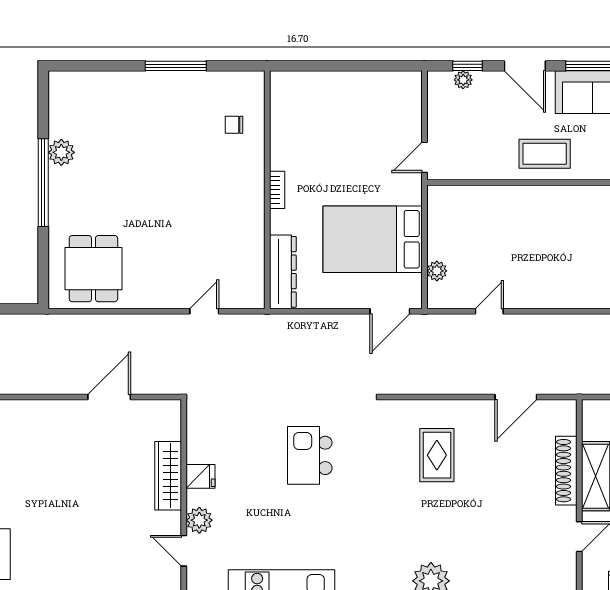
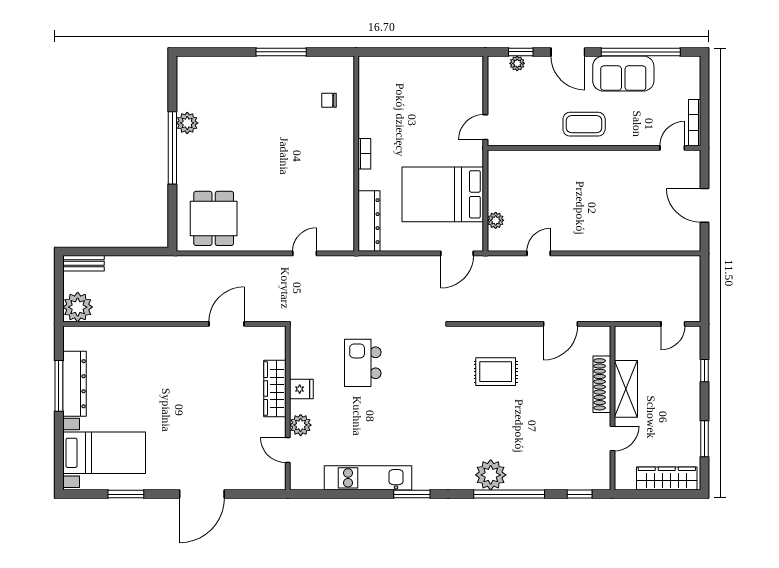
kitchen island: (310, 455) -> (363, 363), moved
rug: (437, 455) -> (496, 372), turned 90

